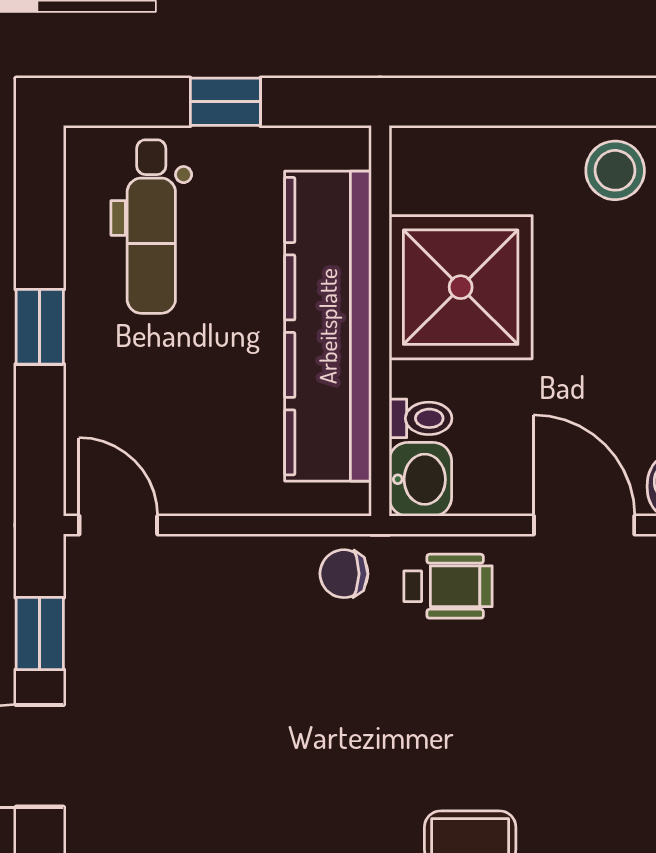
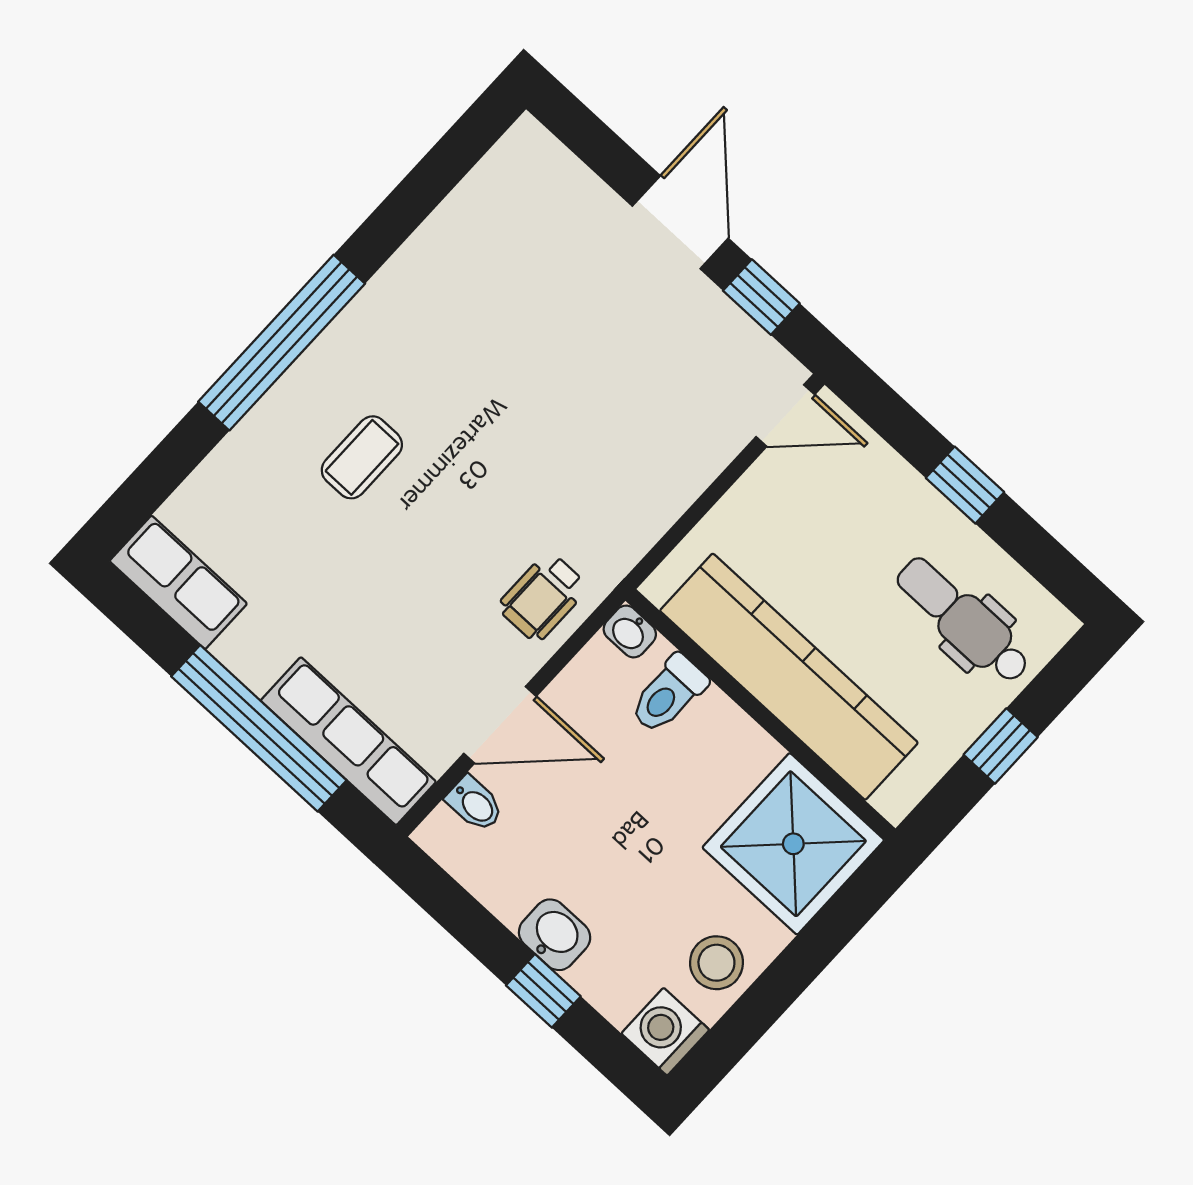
shower: (461, 287) -> (793, 844), moved
toilet: (421, 418) -> (668, 694), width x1.37, depth x1.39
washbasin: (420, 479) -> (630, 631), width x0.72, depth x0.69
chair: (344, 574) -> (615, 536), removed

